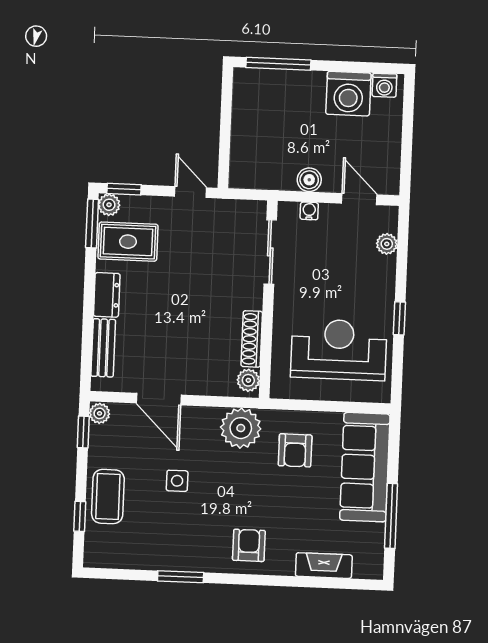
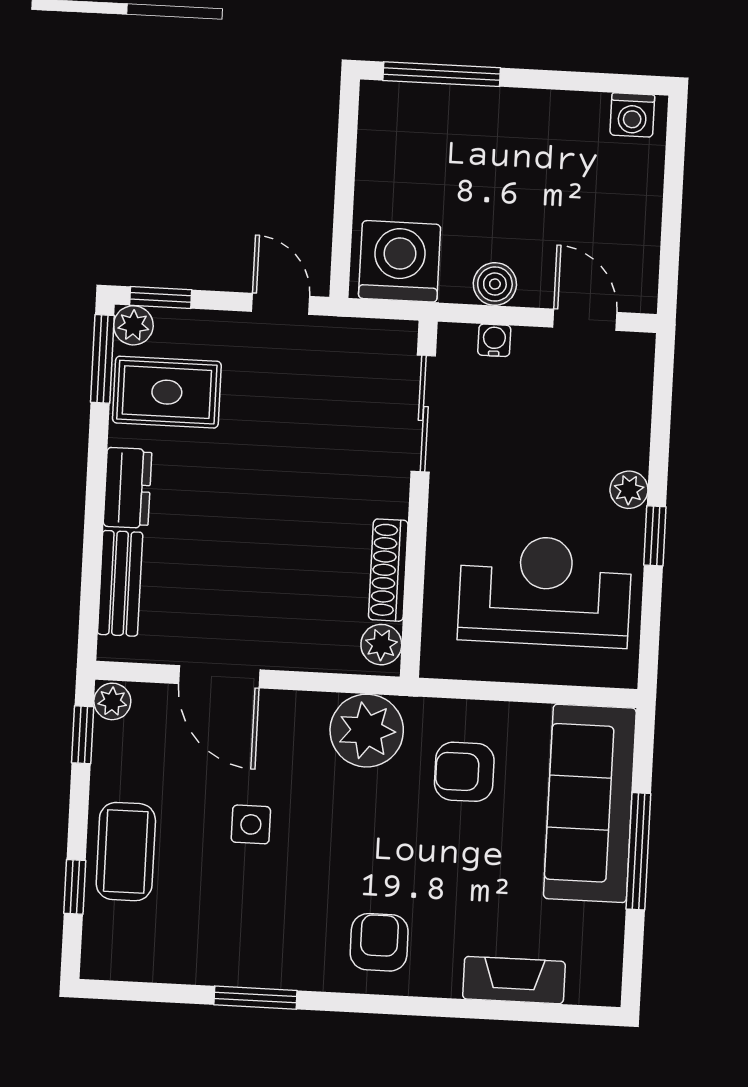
washing machine: (348, 94) -> (400, 261), moved, turned 180
plant: (387, 244) -> (629, 490), moved
armchair: (295, 450) -> (464, 772), turned 90
window: (391, 516) -> (638, 851), moved

